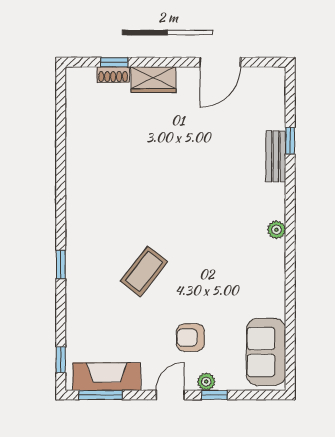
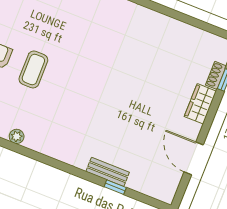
plant: (277, 230) -> (17, 136), moved
coffee table: (144, 271) -> (33, 70), moved, turned 52

